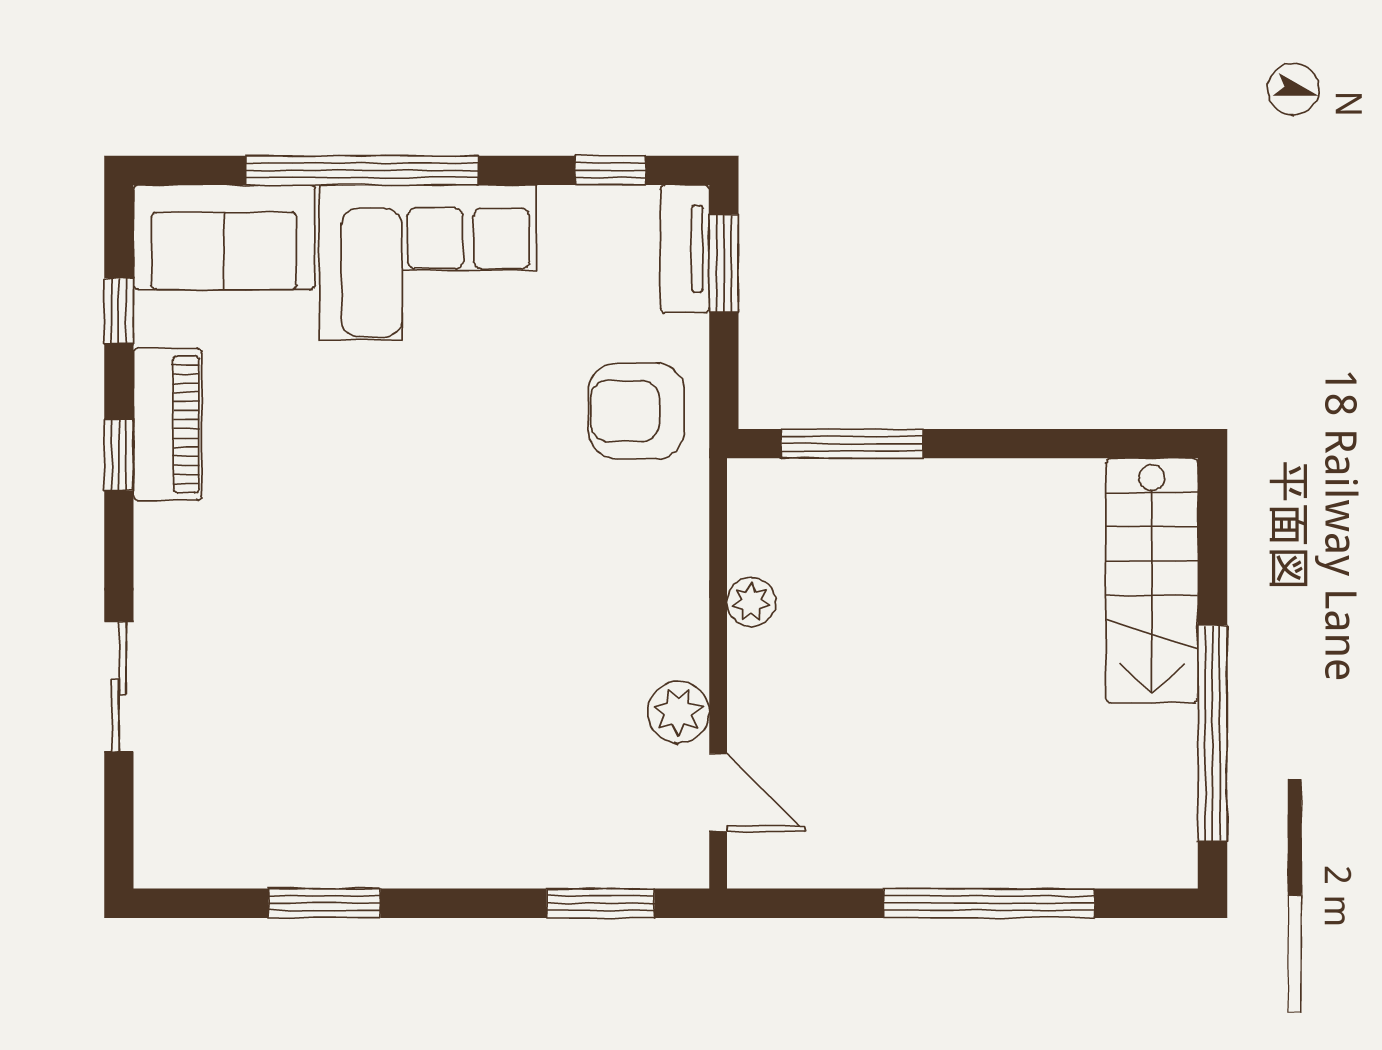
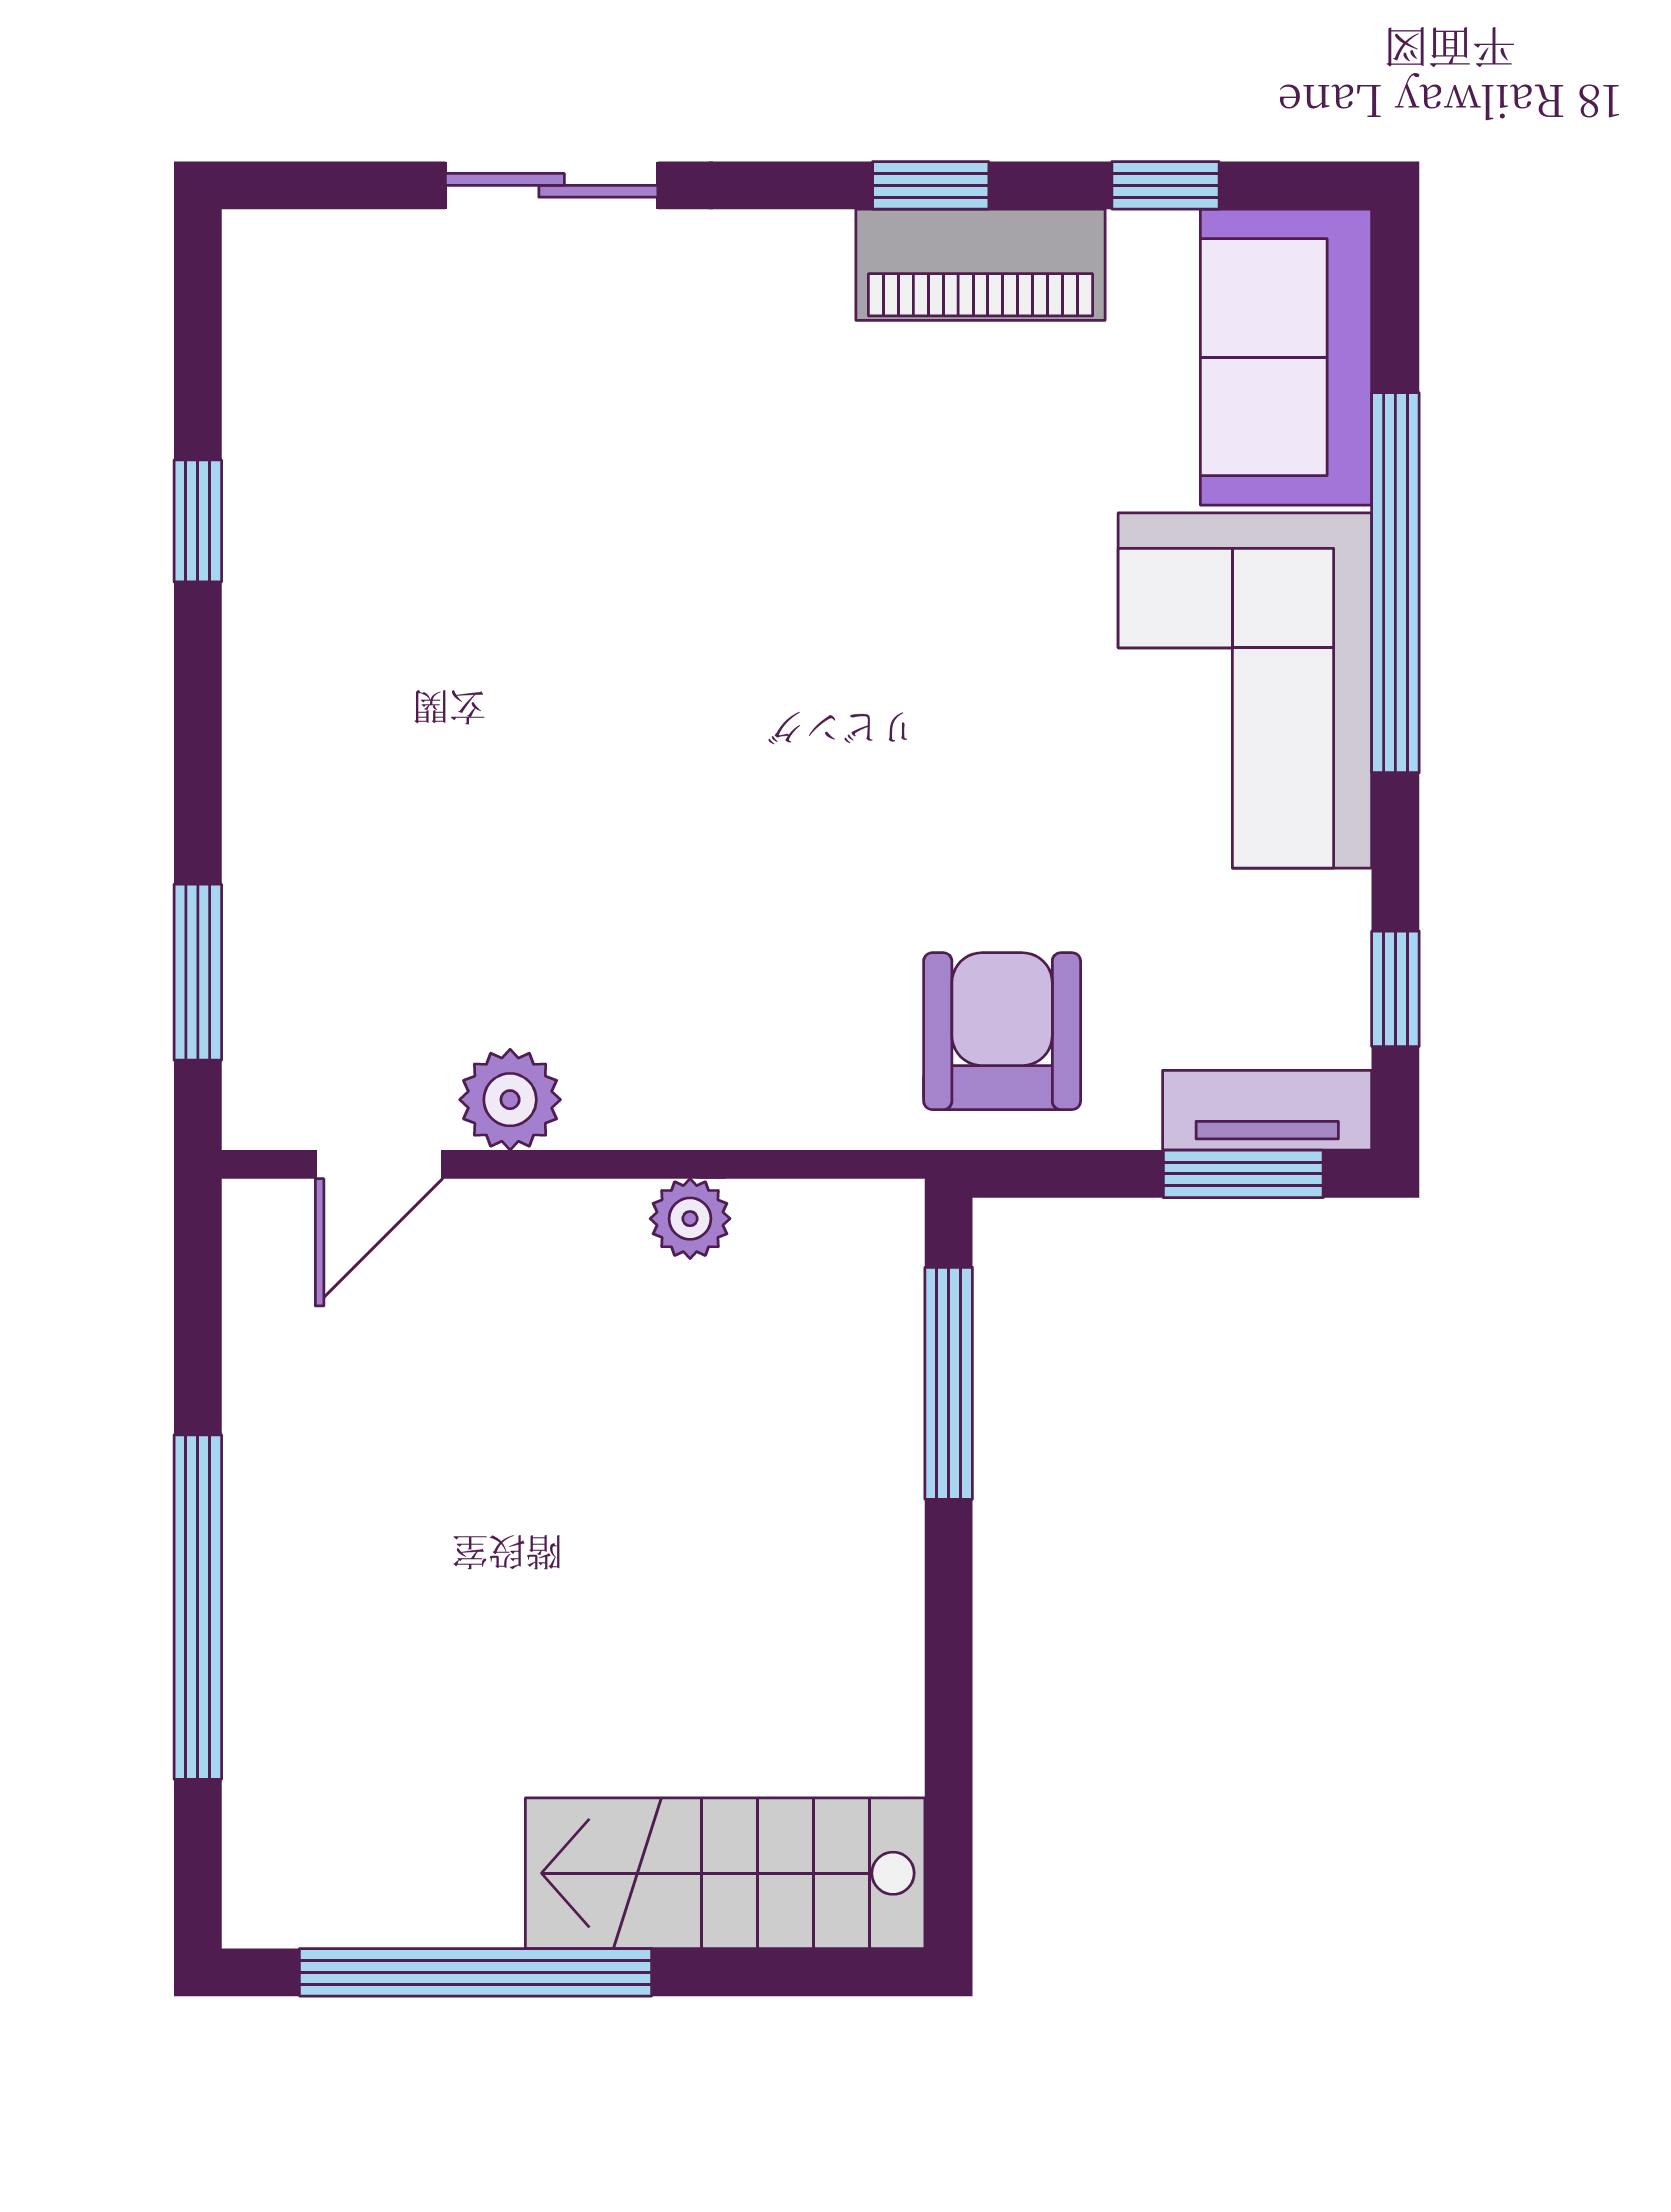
window: (324, 903) -> (198, 521), width x0.67

